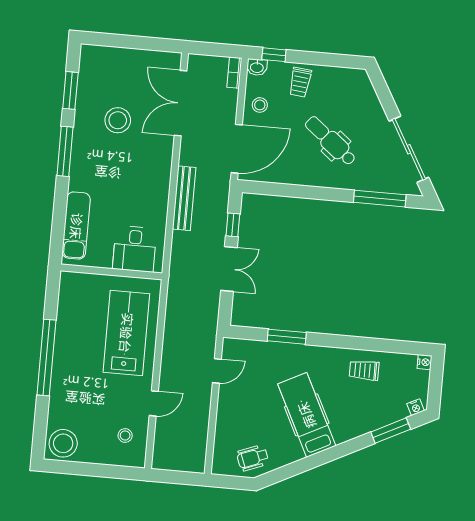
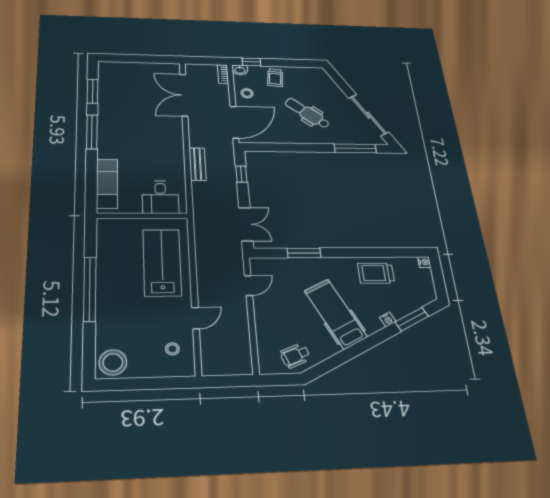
stool: (118, 120) -> (134, 109), removed
bench: (184, 198) -> (198, 164), width x0.73
double door: (229, 269) -> (246, 224), moved
trolley: (364, 370) -> (376, 273), width x1.36, depth x1.39
nightstand: (416, 407) -> (388, 319), moved

